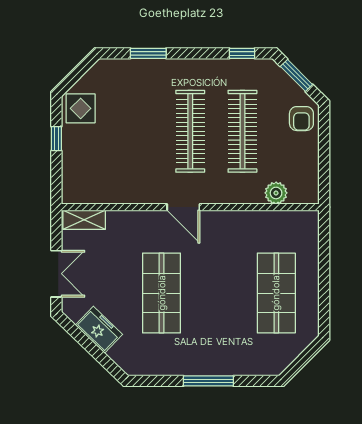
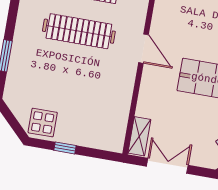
door: (183, 207) -> (143, 49), hinge flipped
double door: (56, 274) -> (167, 166), moved

